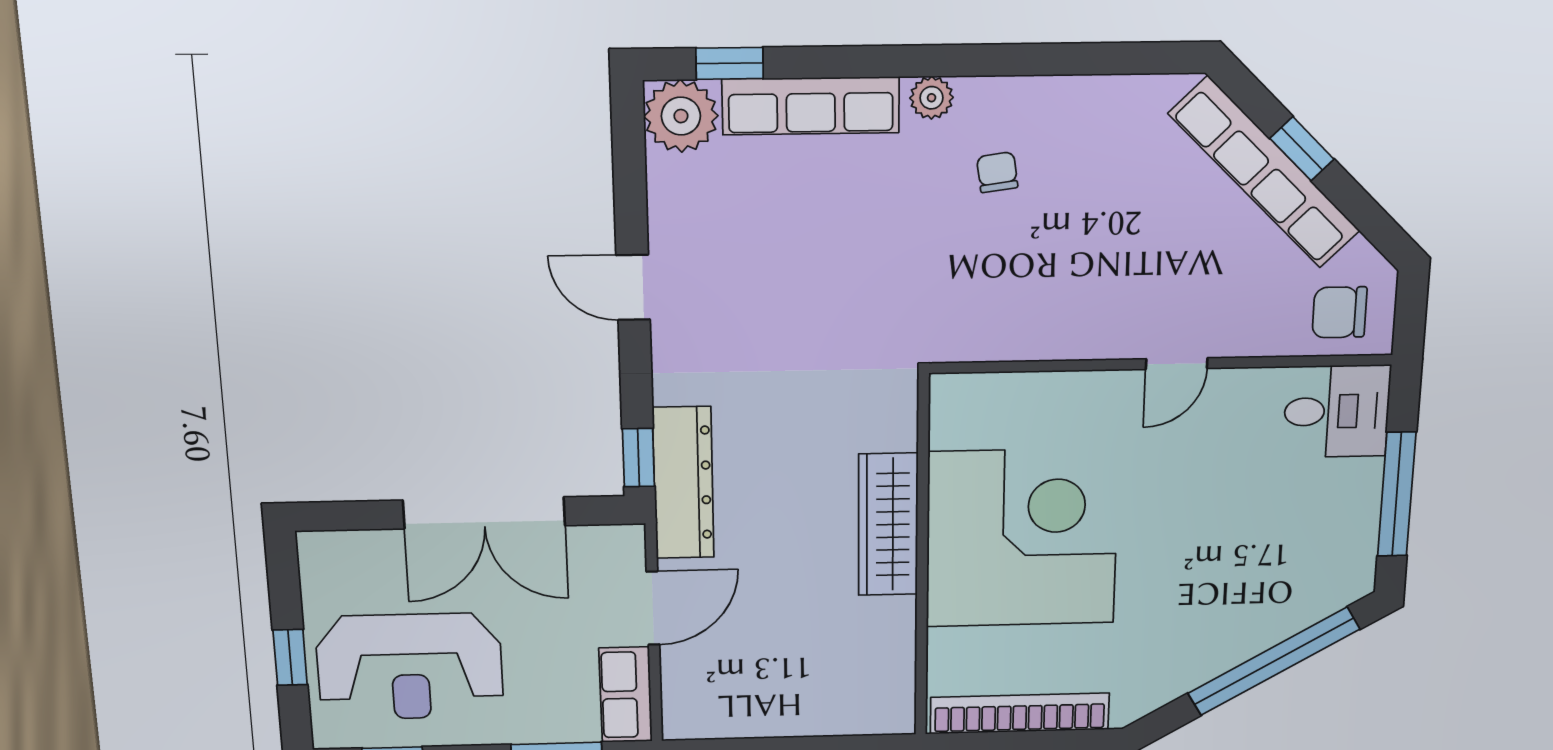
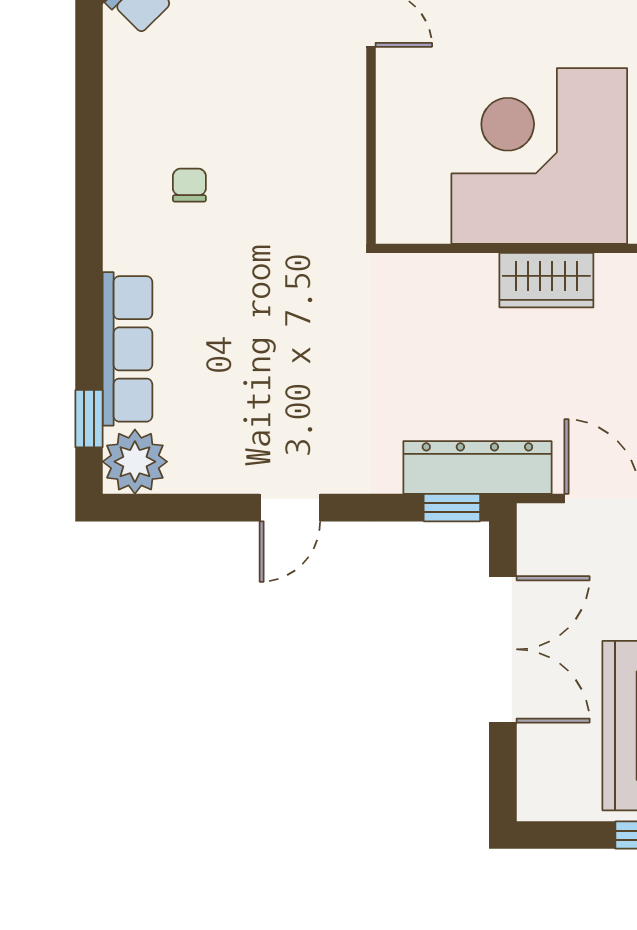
plant: (932, 98) -> (122, 244), removed
chair: (997, 172) -> (189, 185), turned 98
wardrobe: (888, 525) -> (546, 280), width x0.67

